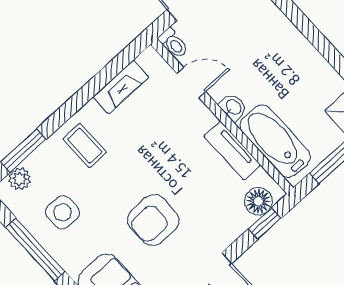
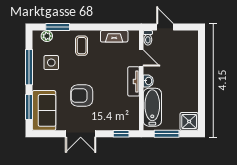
tv unit: (232, 150) -> (134, 81), moved
floor lamp: (258, 201) -> (126, 124), removed

